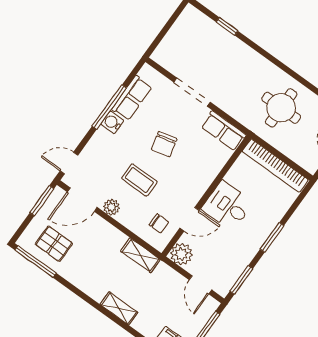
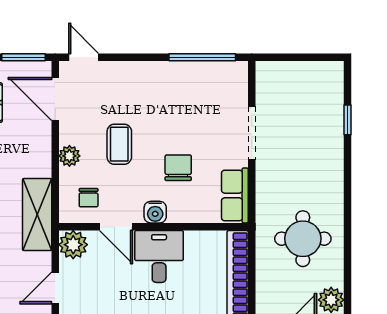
row of seats: (132, 98) -> (200, 74), removed
window: (109, 107) -> (202, 57), moved
water cooler: (112, 122) -> (155, 212), moved, turned 180
chair: (164, 144) -> (178, 168), moved, turned 104
plant: (111, 207) -> (69, 156), moved
shelving: (140, 255) -> (37, 215), width x1.50, depth x1.33

